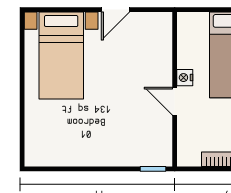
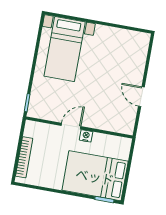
bed with nightstands: (61, 55) -> (65, 49), moved, turned -90

